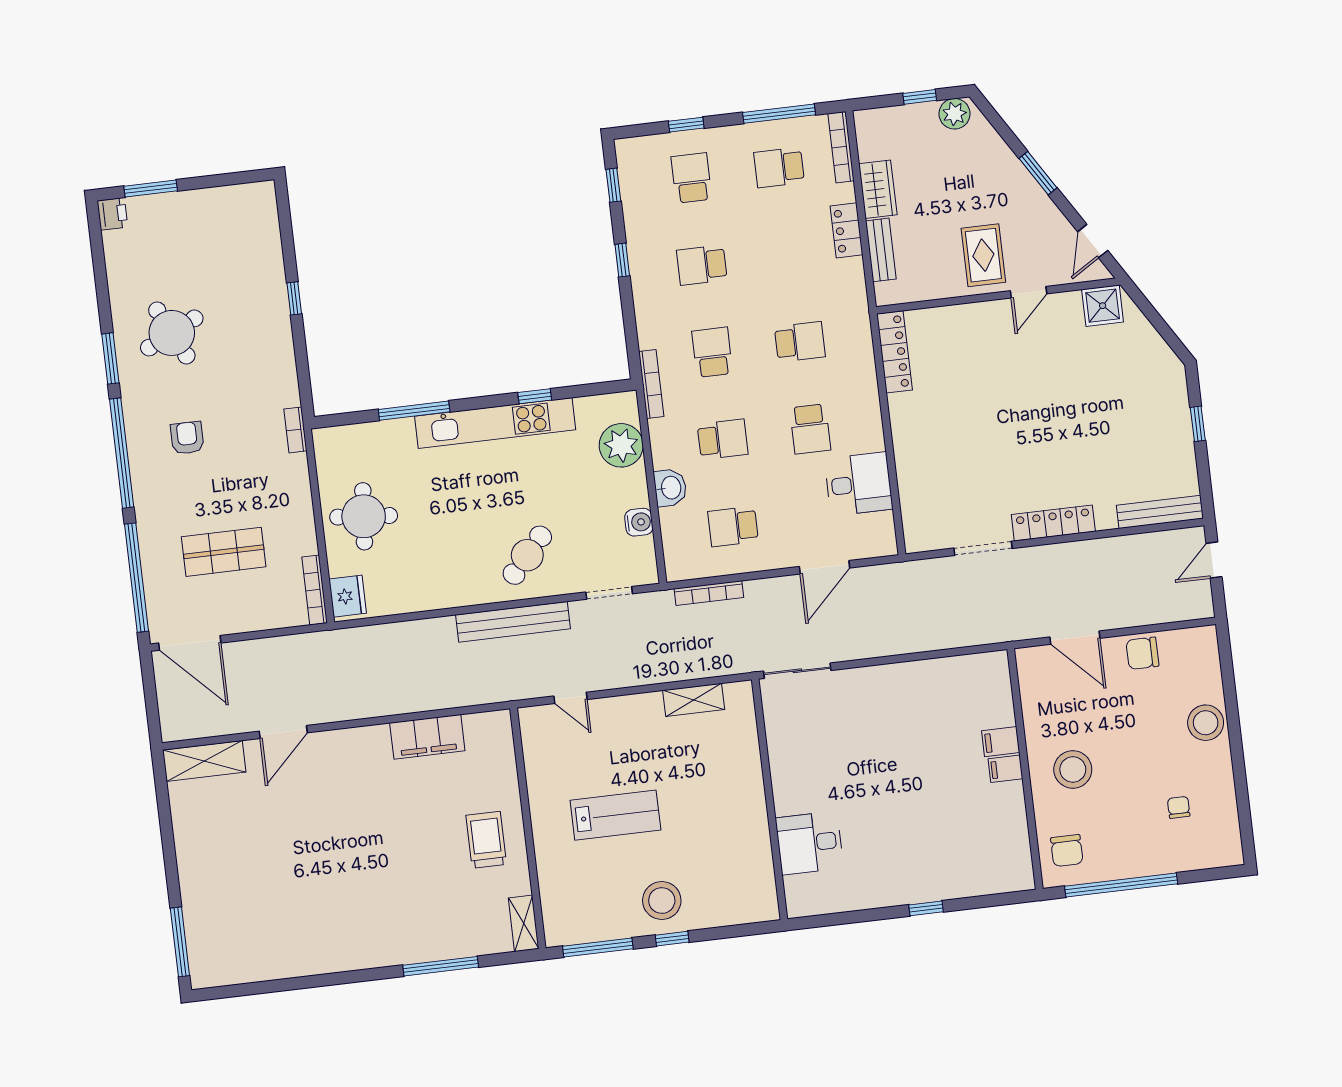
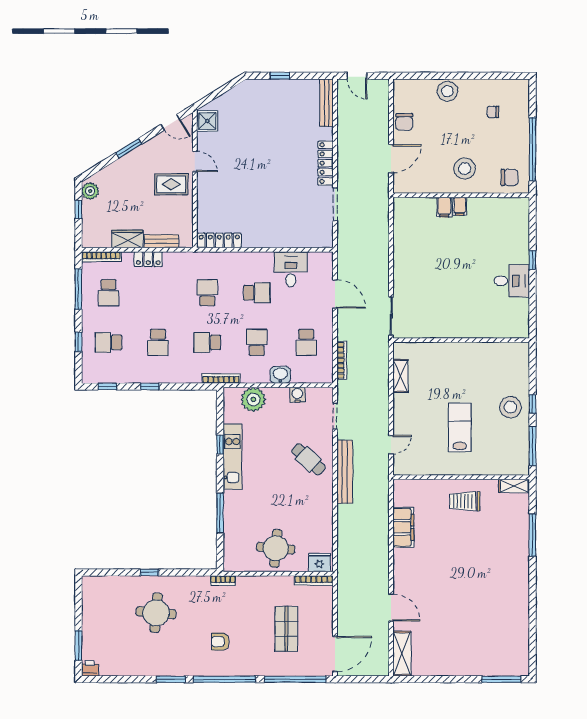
round table: (172, 333) -> (156, 613), moved, turned 31
kitchen unit: (495, 423) -> (232, 457), width x0.73
desk: (810, 843) -> (512, 281), moved, turned -90

